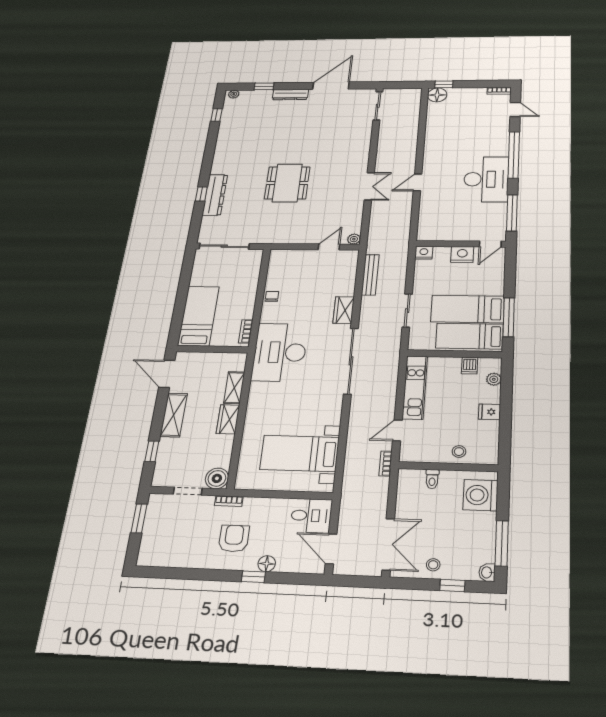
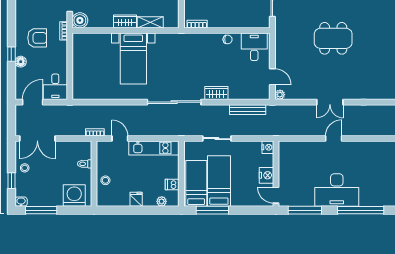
door: (418, 182) -> (334, 139), hinge flipped
desk: (280, 352) -> (254, 47), moved, width x0.53, depth x0.77
bed with nightstands: (300, 453) -> (133, 59), moved, turned 180

